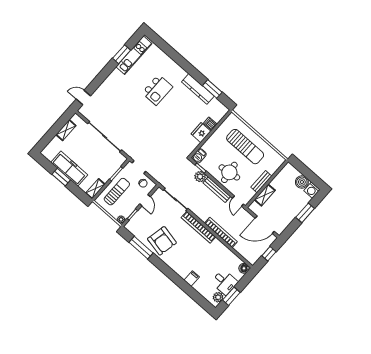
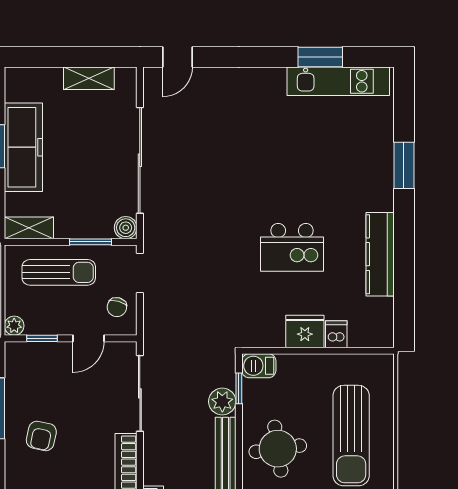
window: (212, 89) -> (404, 165), moved
kitchen island: (157, 90) -> (292, 247), moved
door: (83, 98) -> (177, 57), swing flipped
boiler: (121, 159) -> (126, 228), added
armchair: (162, 241) -> (41, 436), width x0.53, depth x0.53

